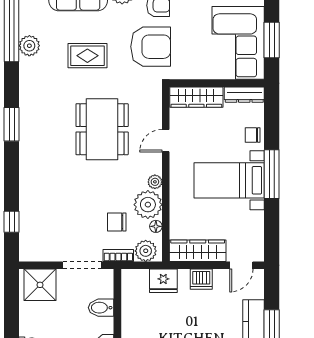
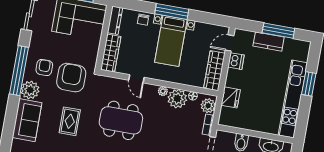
chair: (117, 222) -> (185, 122), removed
door: (241, 265) -> (230, 43), swing flipped
dishwasher: (201, 279) -> (236, 61), moved

